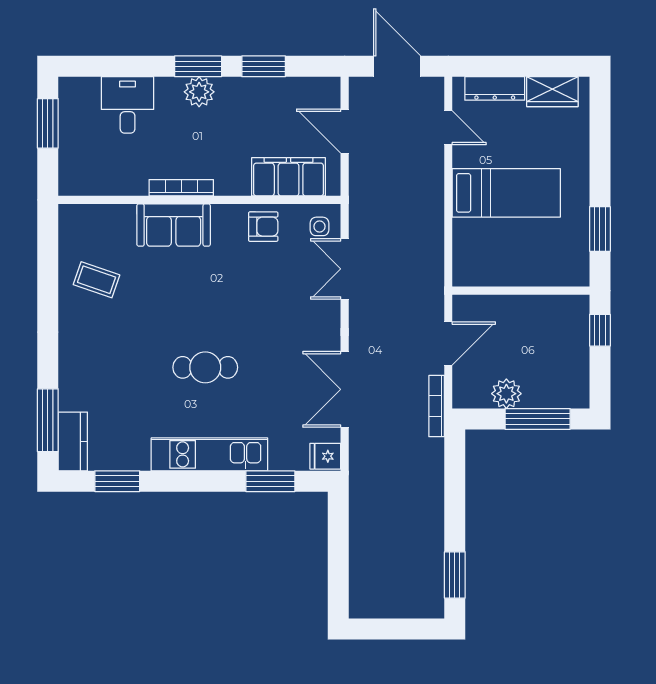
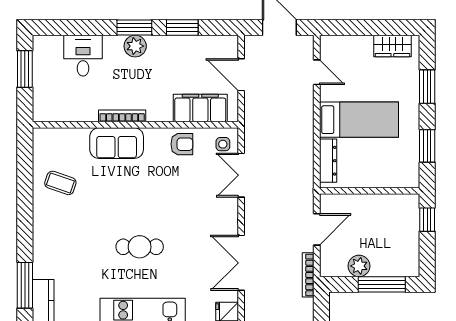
dresser: (495, 88) -> (328, 161), moved, turned -90
window: (600, 147) -> (427, 87), added

